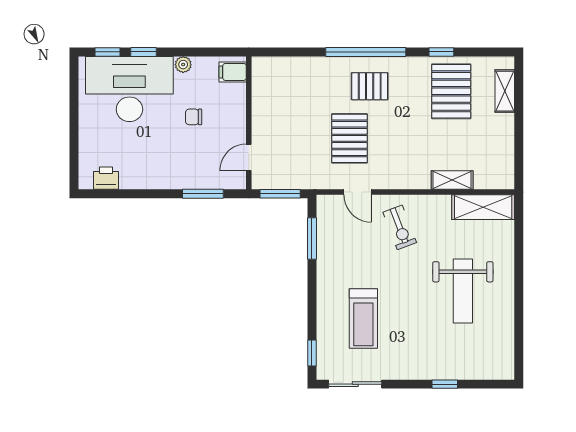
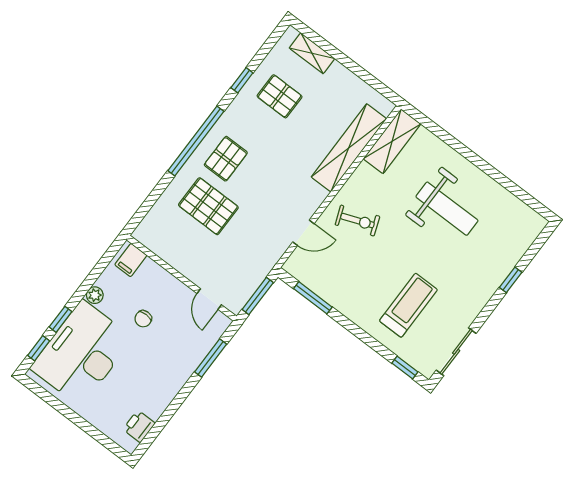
pallet: (451, 91) -> (280, 96), width x0.67, depth x0.71
pallet: (349, 138) -> (208, 206), moved
shelving: (452, 180) -> (349, 148), width x2.20, depth x1.33
treadmill: (363, 318) -> (408, 305), turned -90

